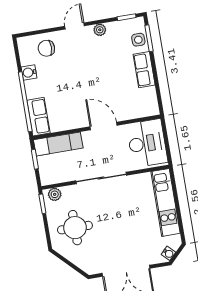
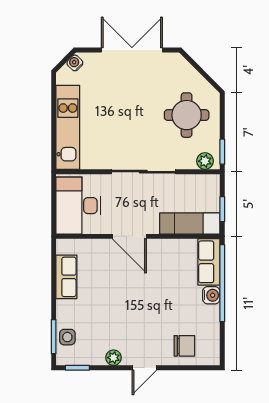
row of seats: (144, 70) -> (66, 277), moved
water cooler: (29, 72) -> (211, 295), moved

